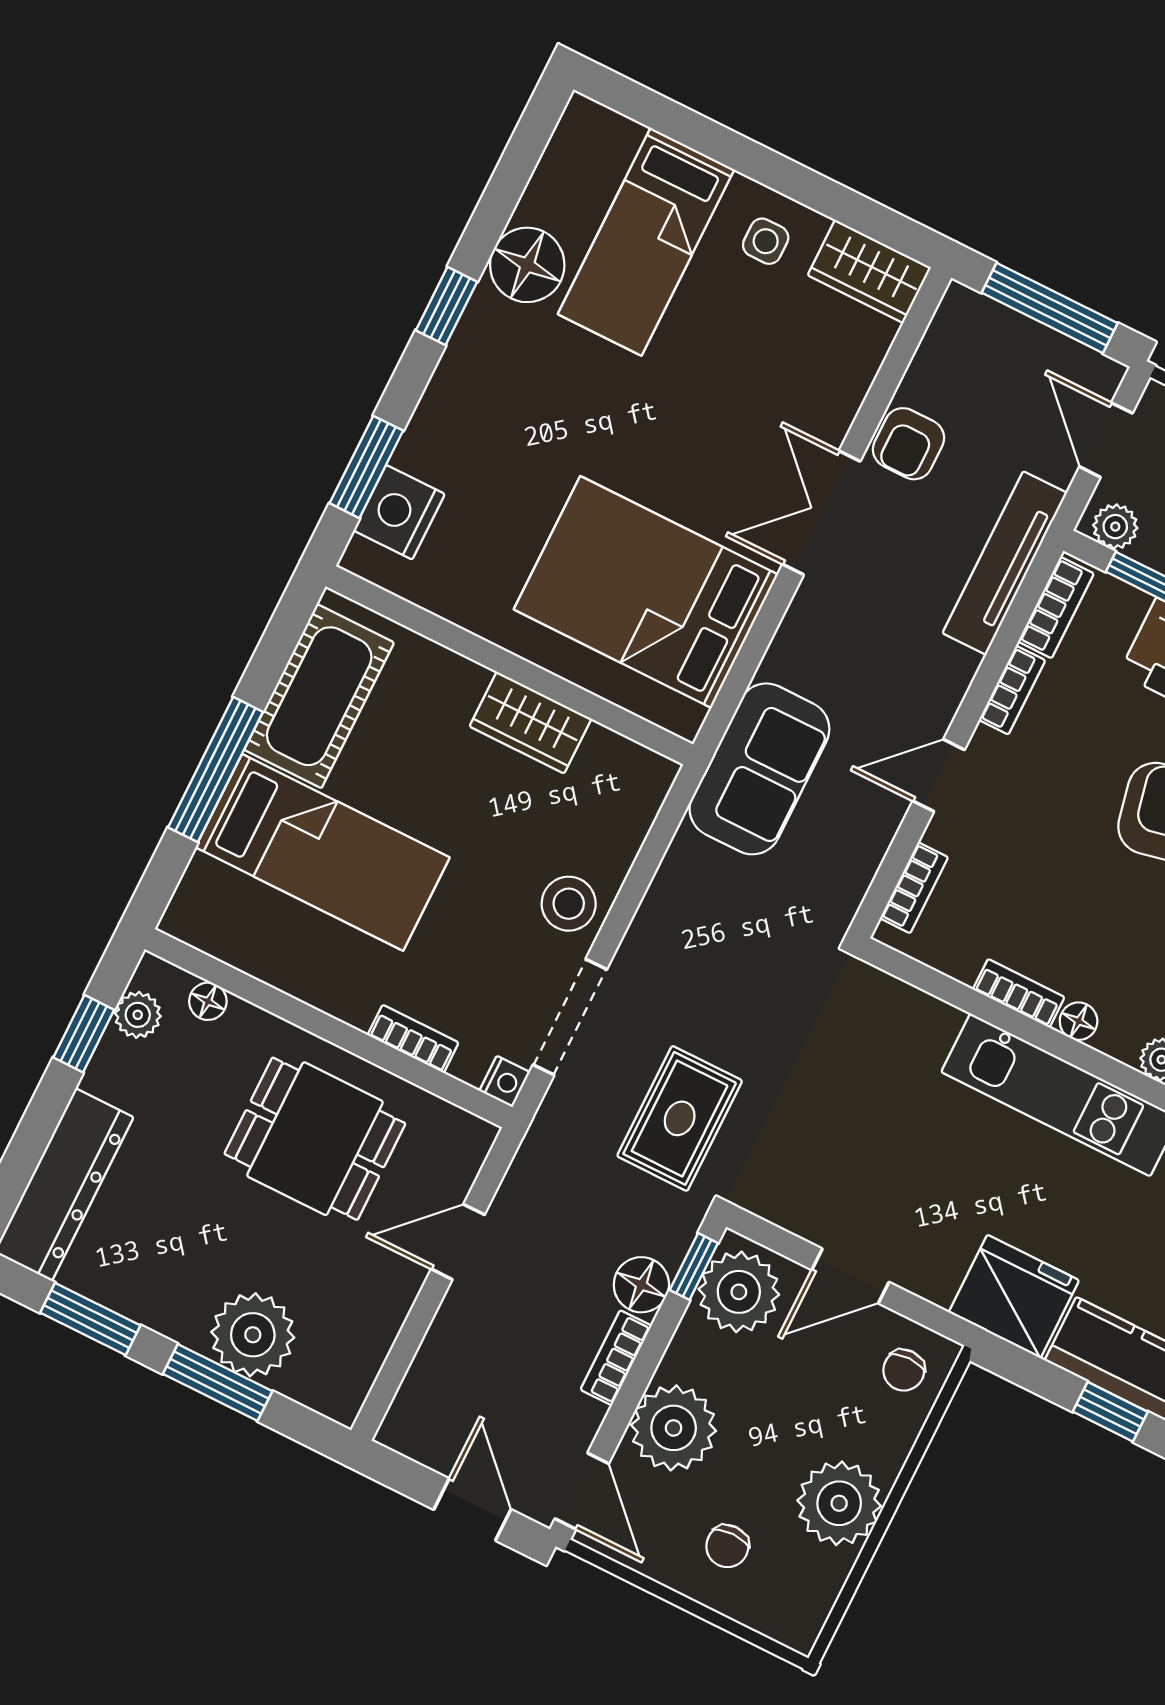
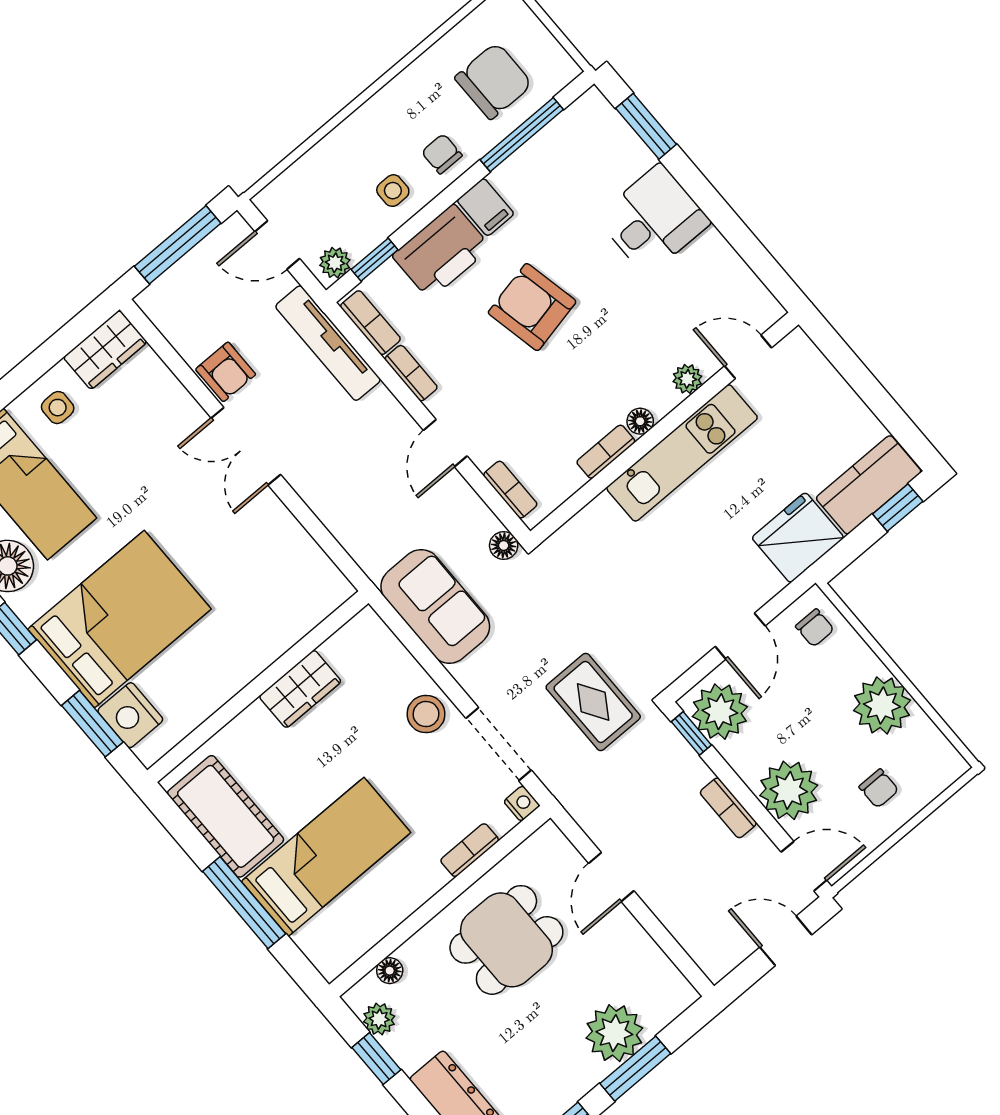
bed: (646, 592) -> (119, 619), moved, turned 180
sofa: (759, 769) -> (435, 606), moved
floor lamp: (641, 1285) -> (504, 545), moved, width x0.73, depth x0.73

